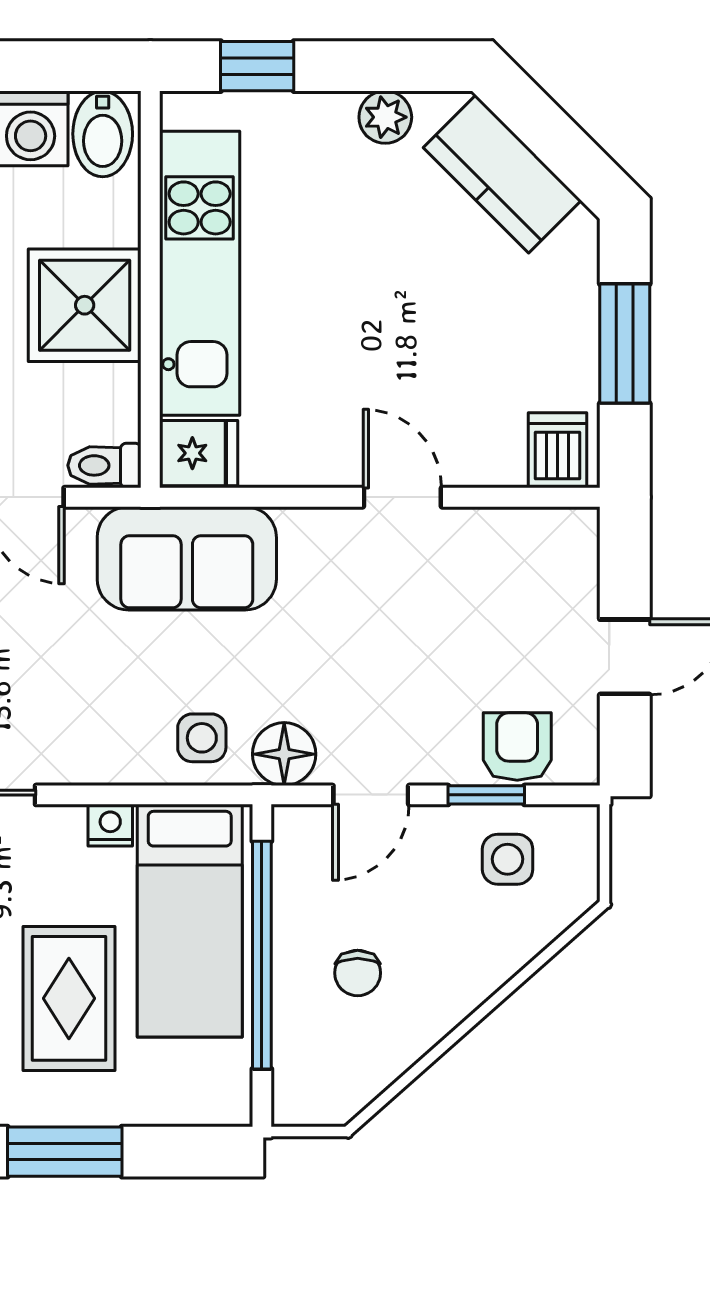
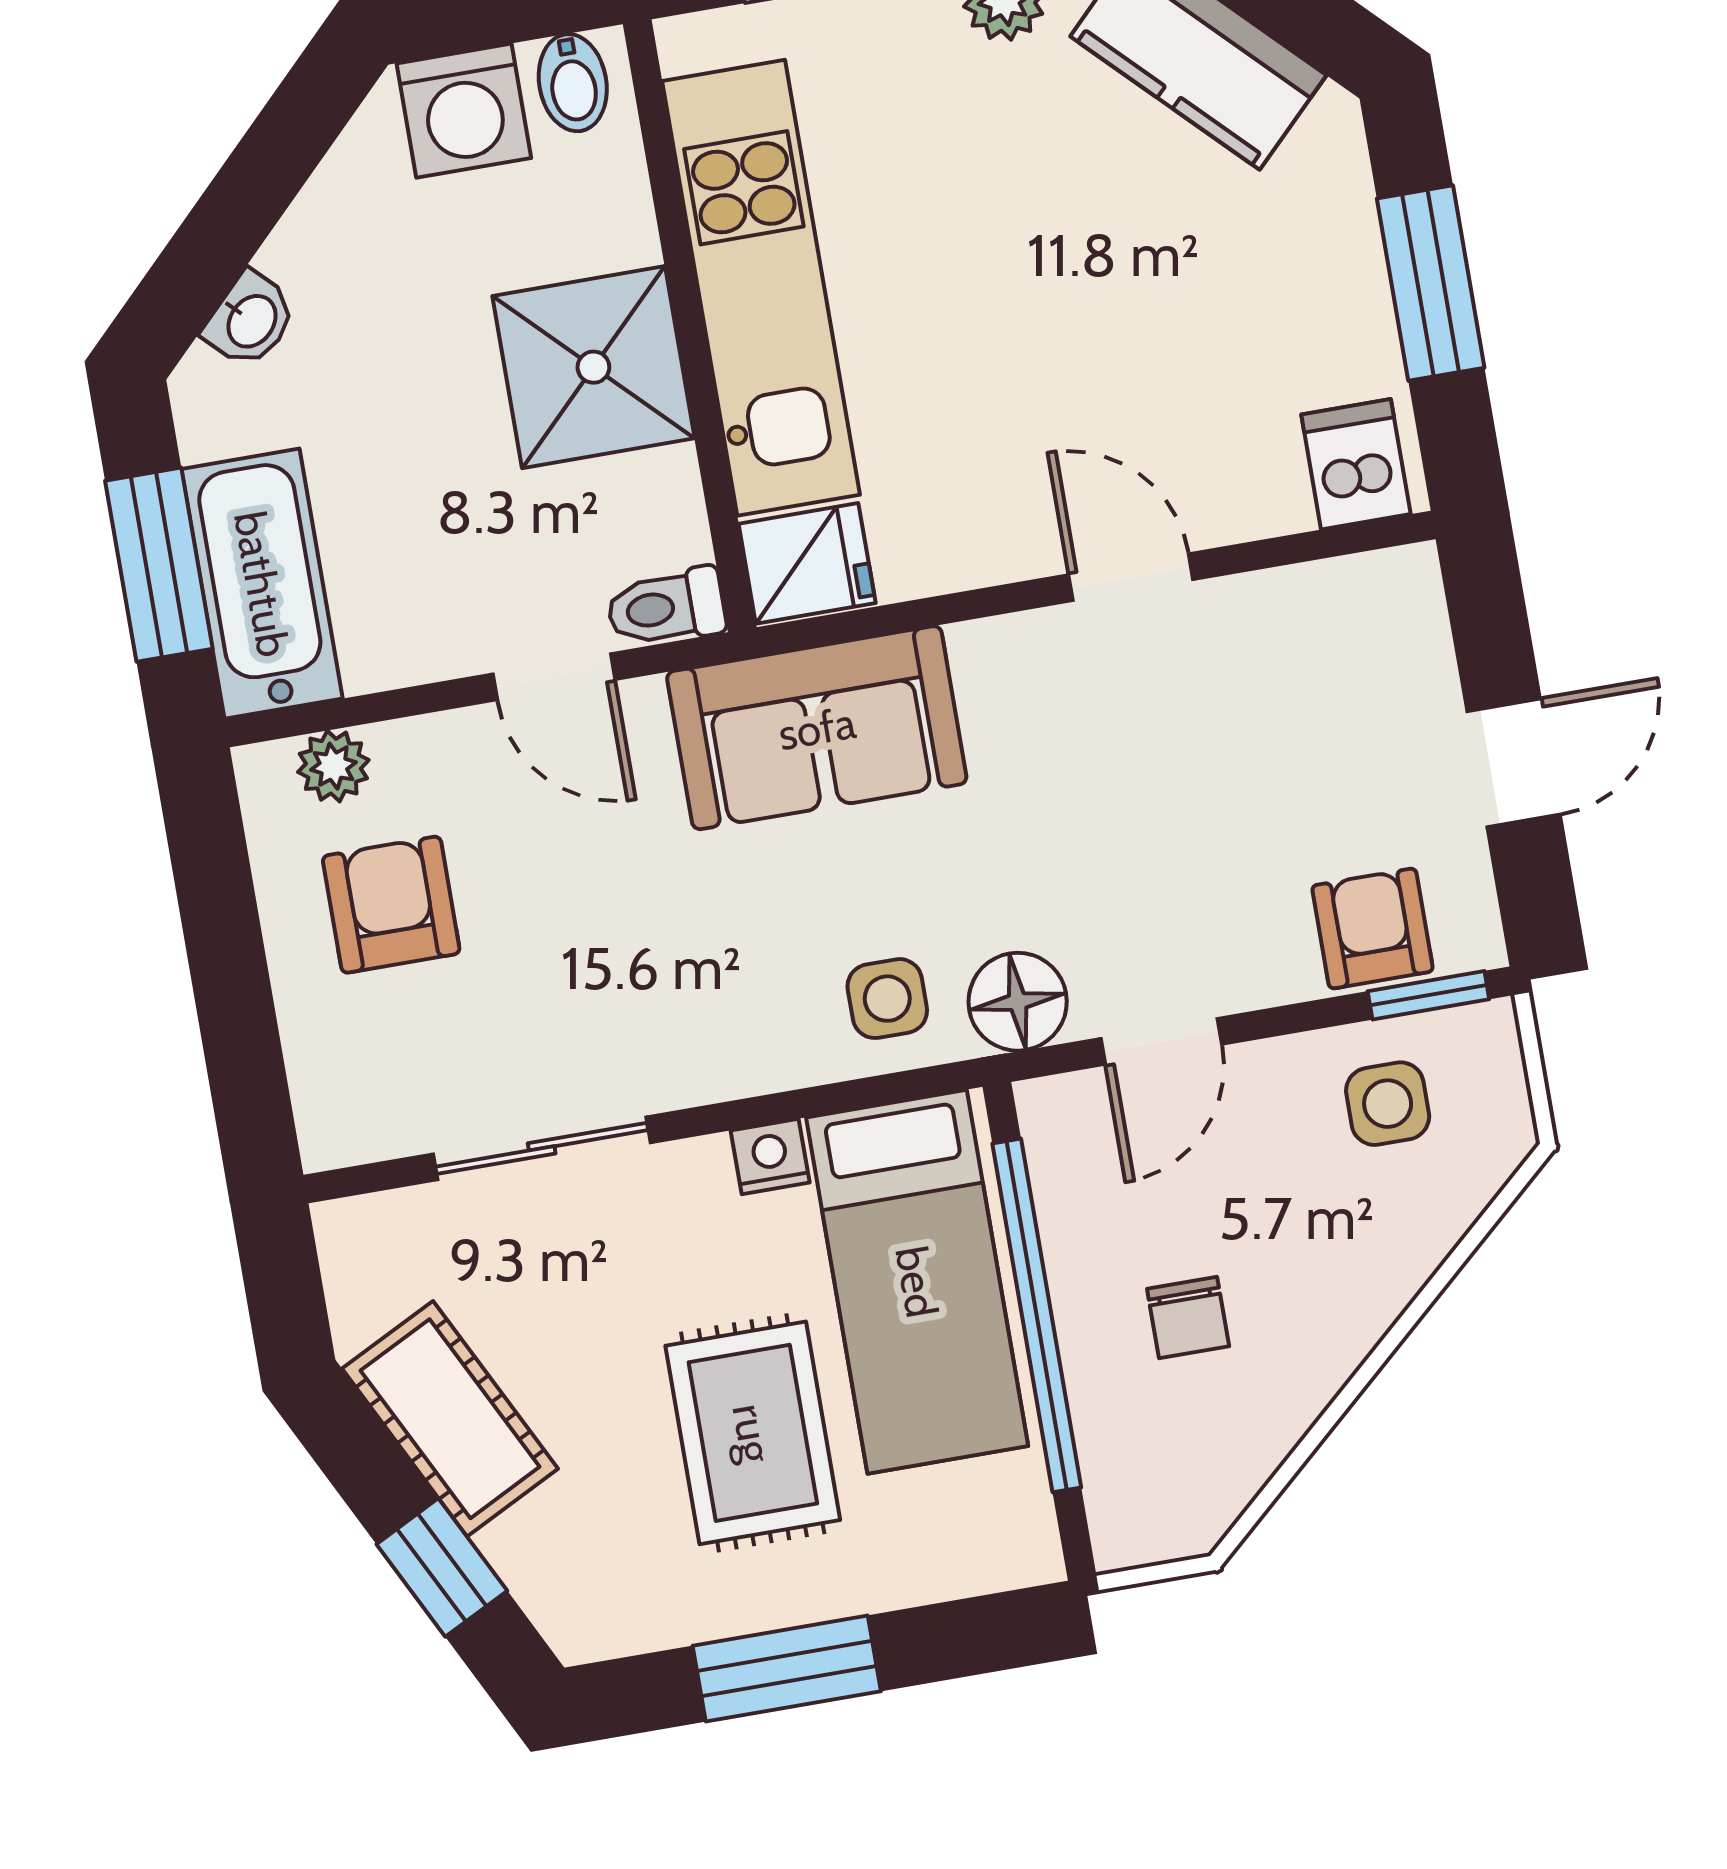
bidet: (103, 134) -> (573, 83), width x0.72, depth x0.74
window: (486, 795) -> (1428, 995), moved

